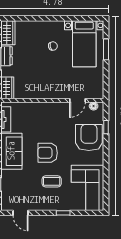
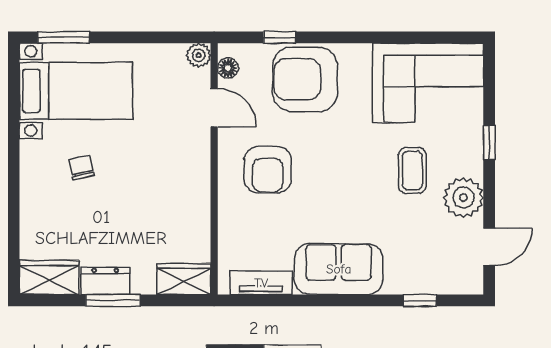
window: (106, 49) -> (63, 37), moved
plant: (99, 94) -> (199, 55), added
armchair: (48, 153) -> (268, 170), moved
plant: (41, 202) -> (463, 198), added

